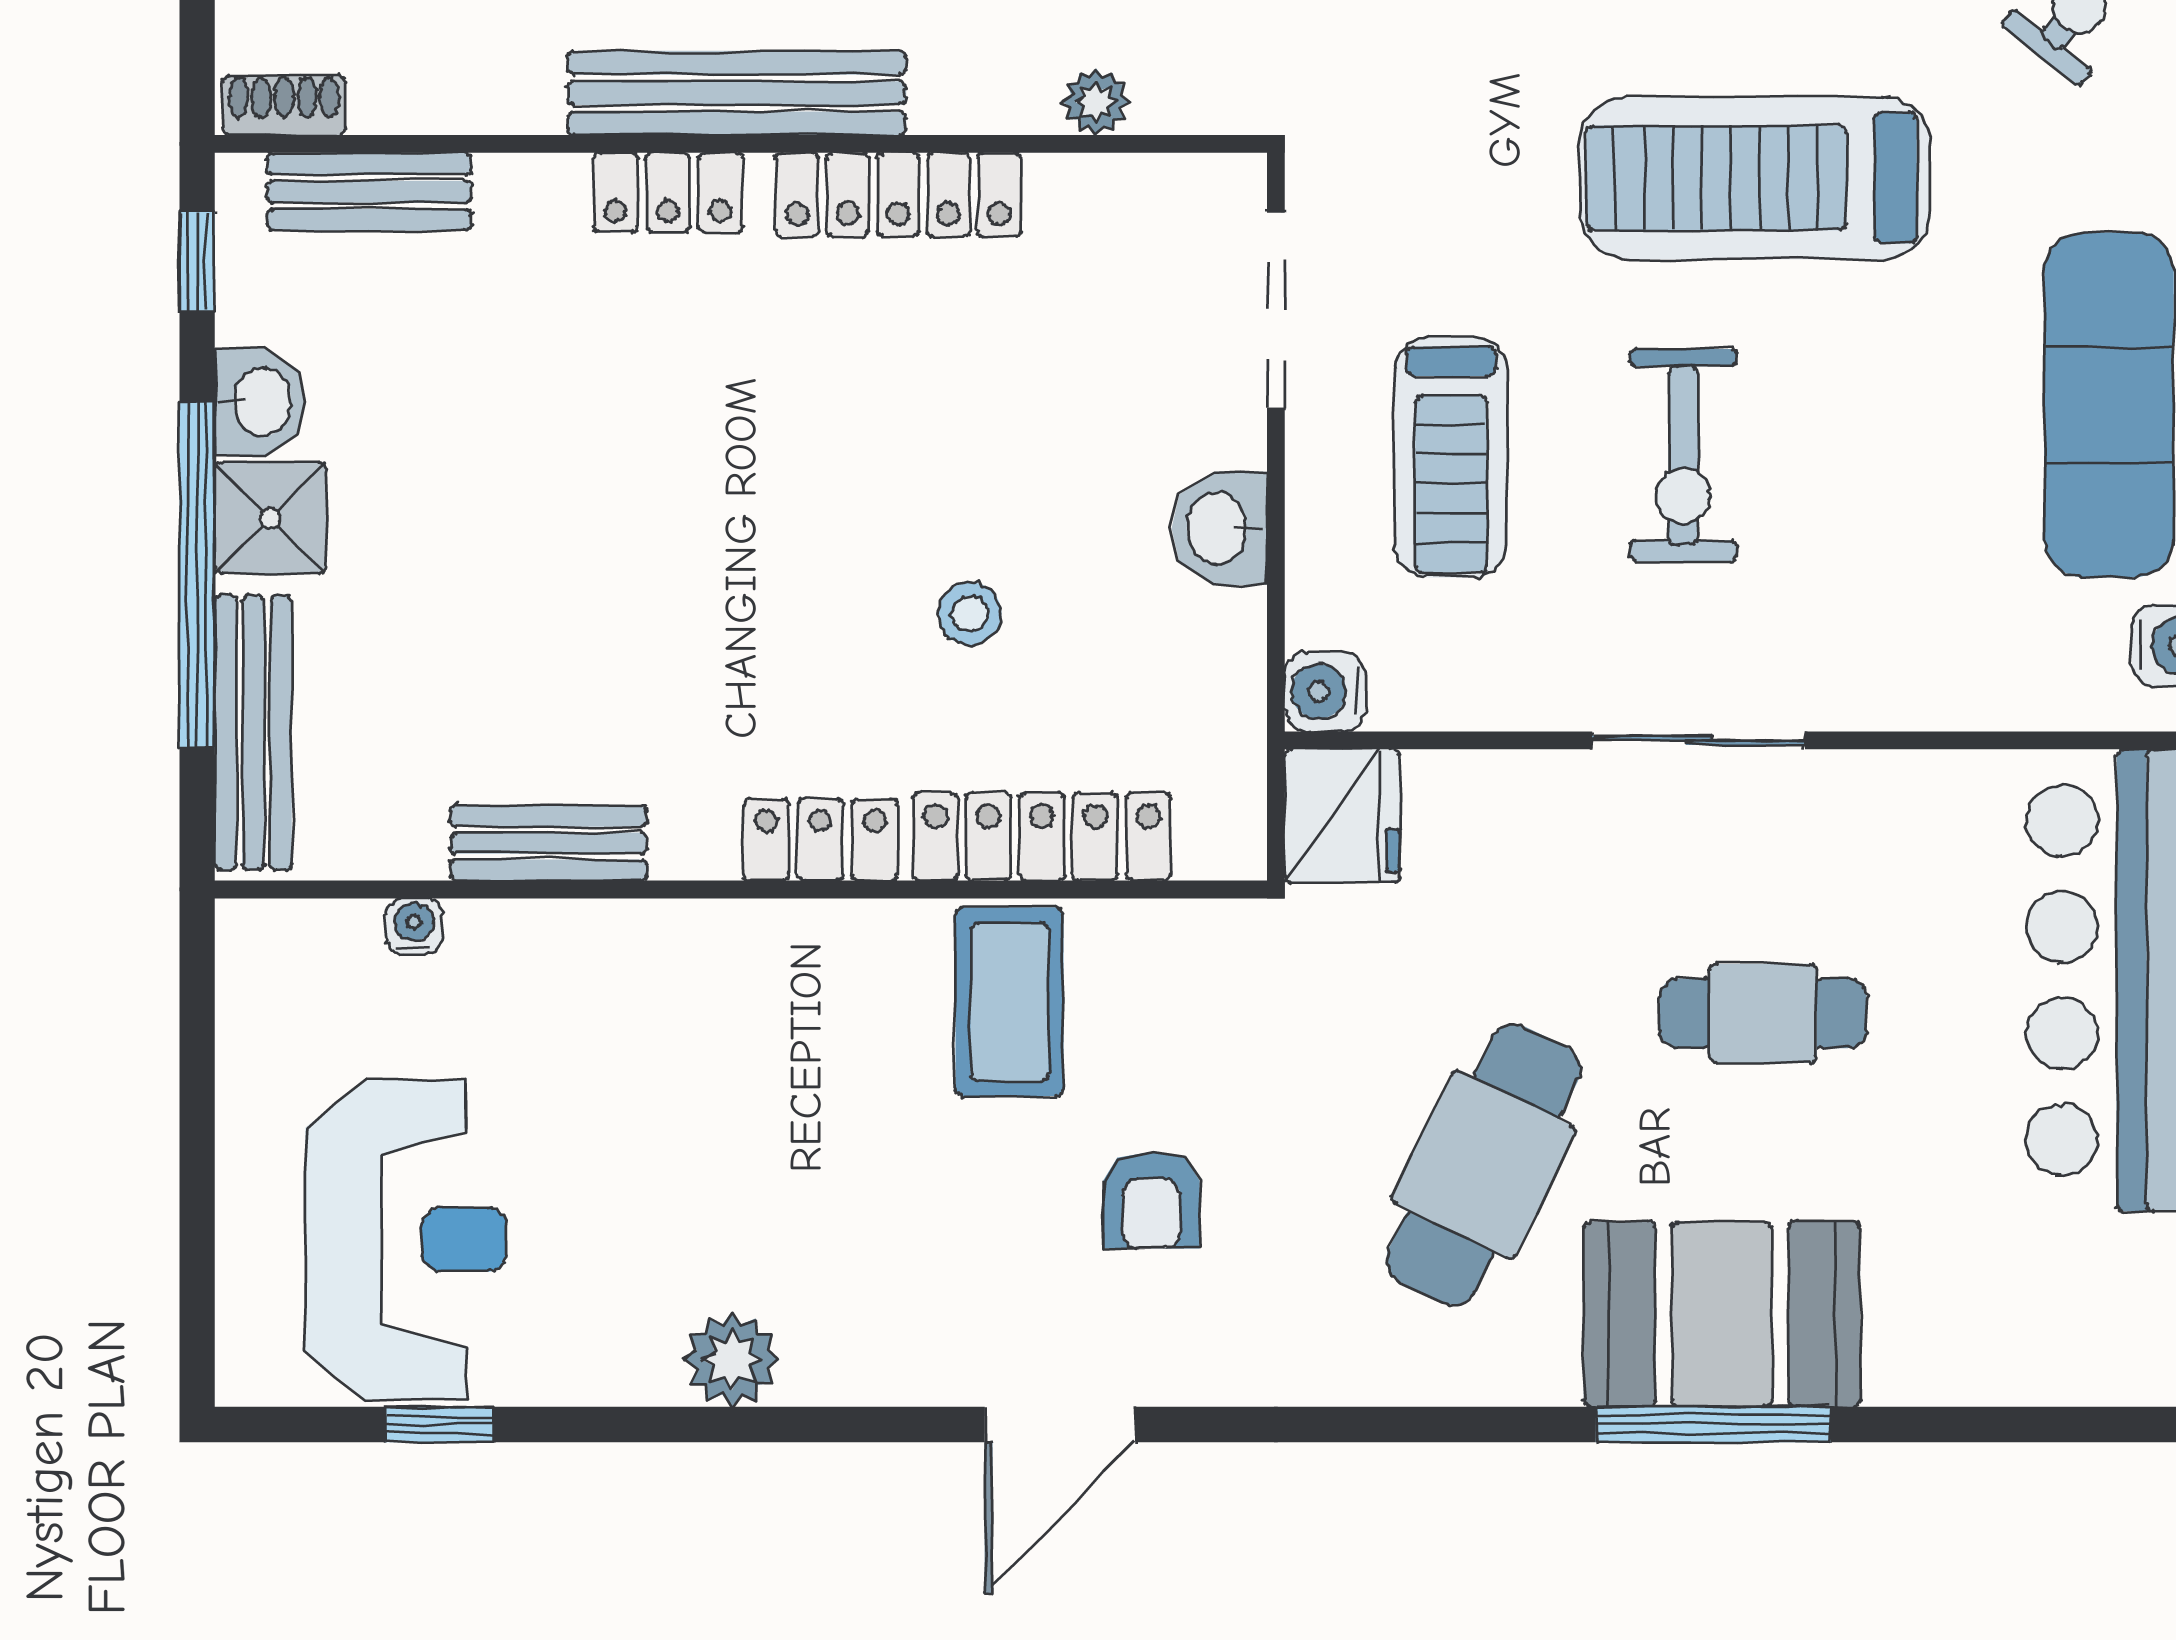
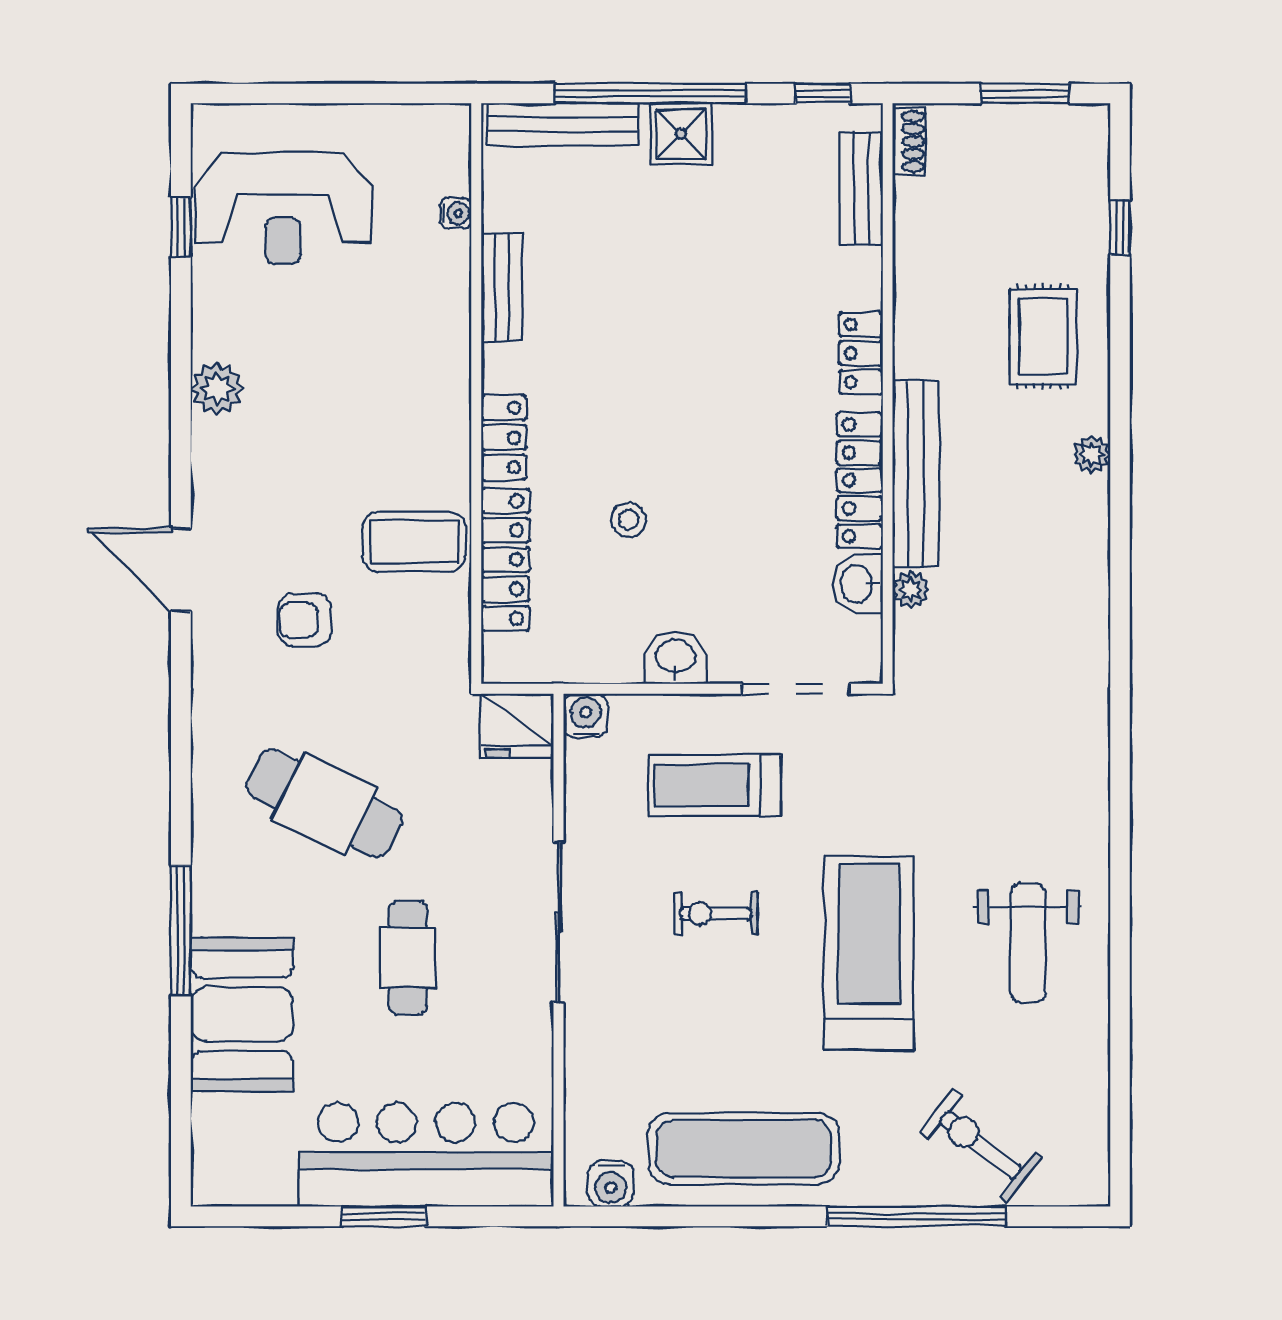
bench: (737, 93) -> (916, 474), moved
washbasin: (260, 402) -> (858, 584), moved, turned 90
exercise bike: (1683, 455) -> (716, 914), width x0.73, depth x0.72
sliding door: (1699, 740) -> (558, 922), width x1.37
booth: (1722, 1314) -> (242, 1014), moved

